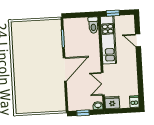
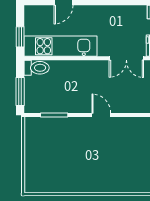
window: (77, 15) -> (20, 91), added
door: (65, 69) -> (101, 115), width x0.53

